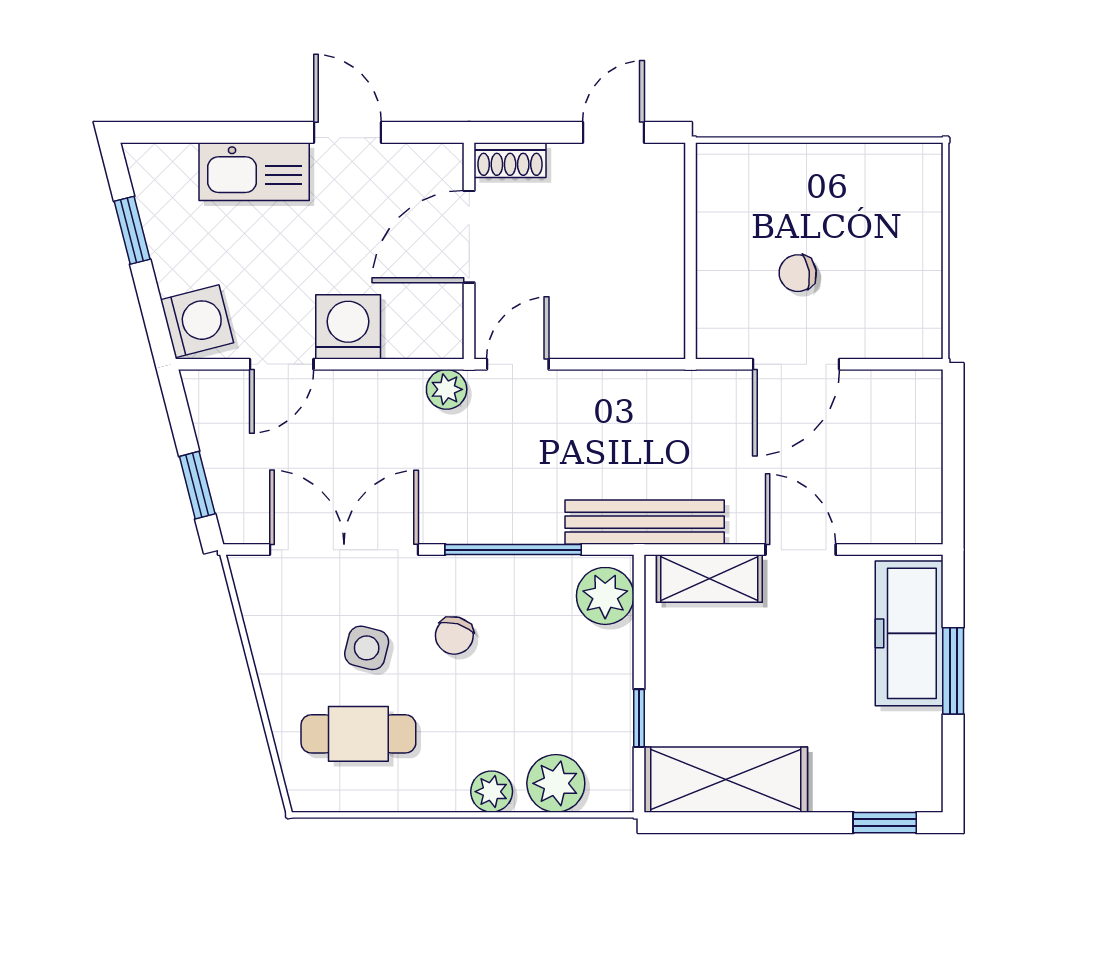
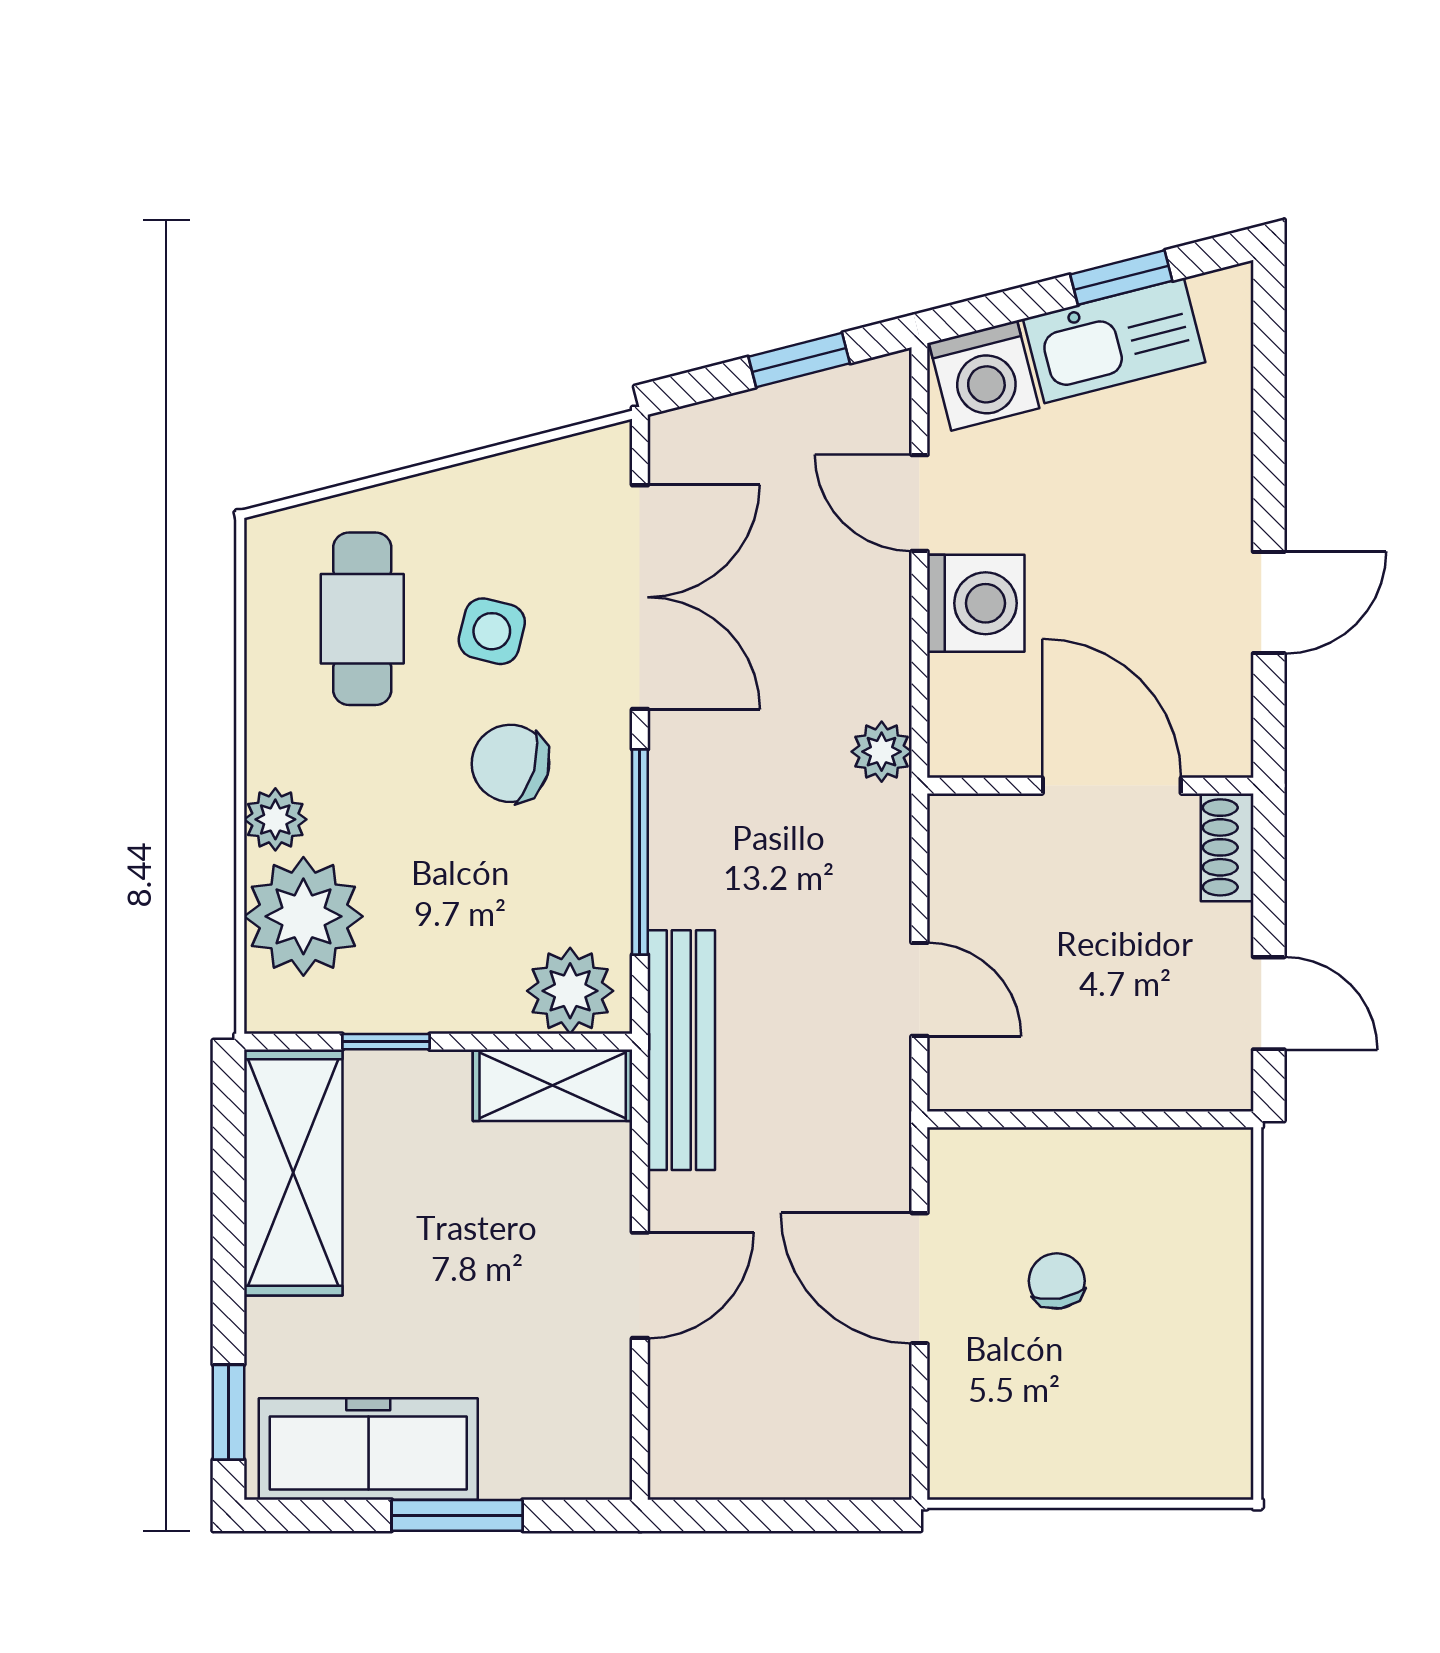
kitchen sink: (254, 172) -> (1114, 341), moved, turned -104
door: (518, 364) -> (919, 989), moved
window: (197, 485) -> (799, 360), moved
shelving: (709, 579) -> (553, 1085), moved, turned 90
freezer: (909, 633) -> (368, 1449), moved
chair: (454, 636) -> (510, 763), width x1.37, depth x1.37
plant: (556, 783) -> (303, 916), width x1.36, depth x1.36

